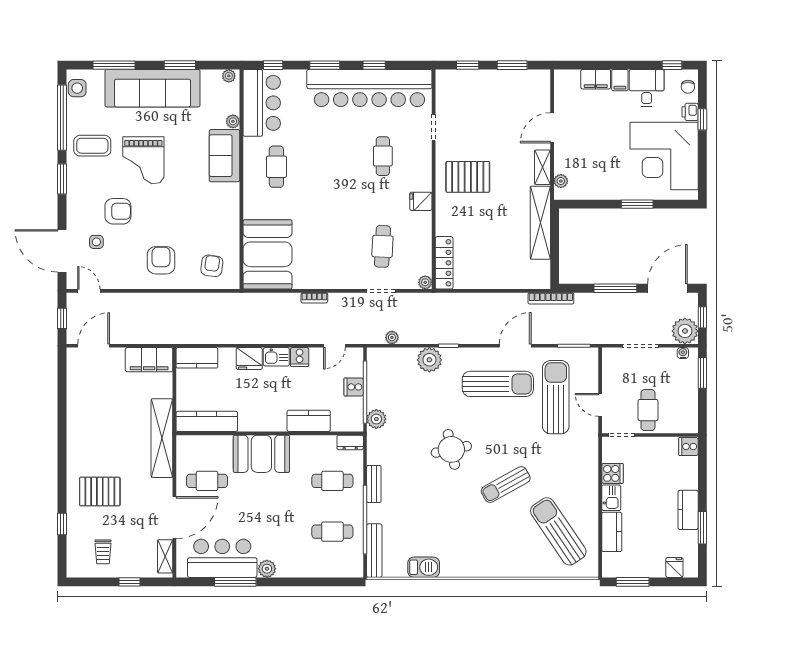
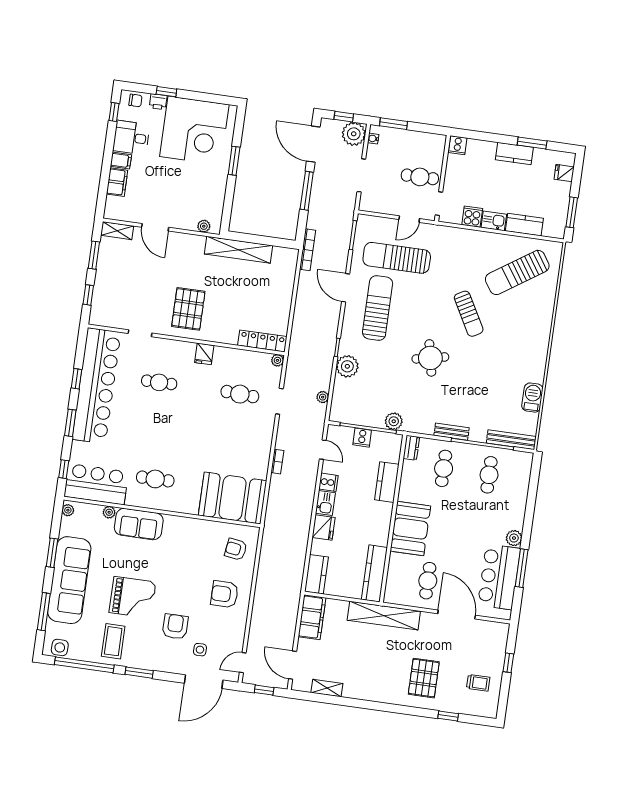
shelving: (543, 167) -> (117, 231), moved
shelving: (165, 556) -> (327, 688), moved

